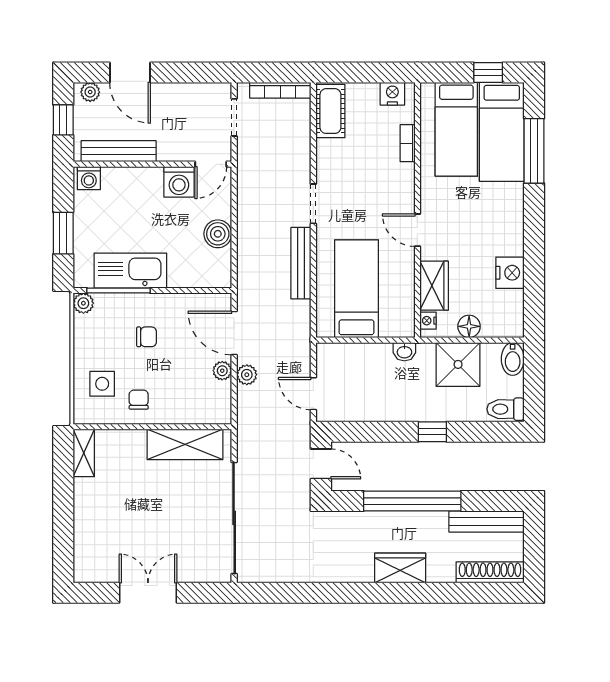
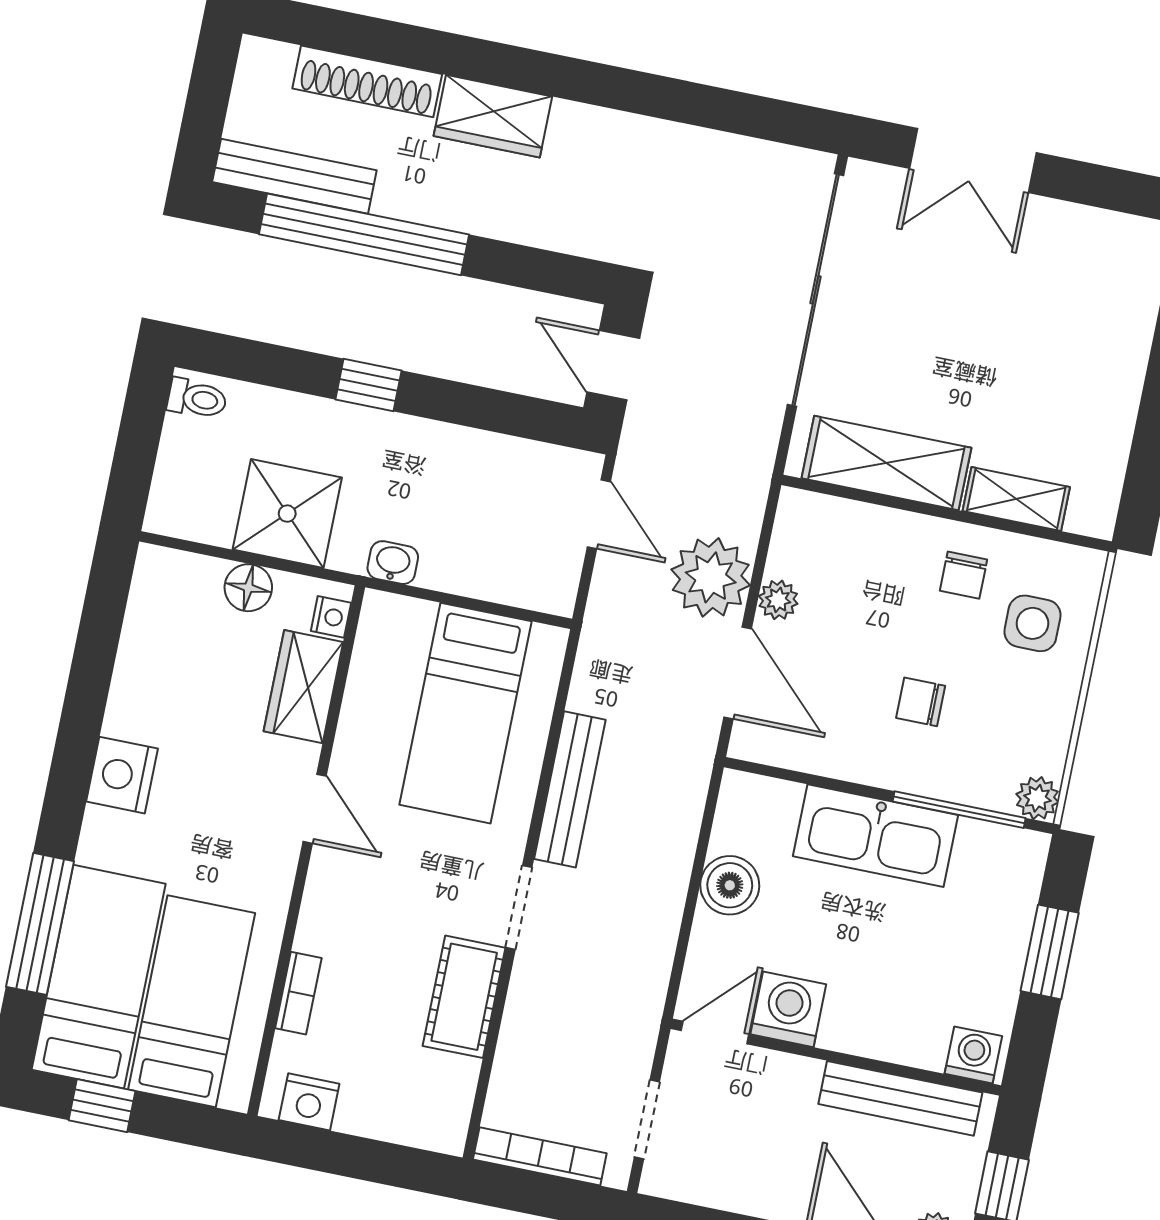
cot: (330, 111) -> (464, 997), moved
kitchen sink: (130, 271) -> (875, 836), moved
nightstand: (510, 273) -> (122, 775), moved
bidet: (513, 359) -> (172, 502), removed
plant: (247, 375) -> (711, 577), width x1.88, depth x1.88
toilet: (505, 409) -> (197, 399), width x0.73, depth x0.72
shelving: (84, 453) -> (1016, 499), moved, turned 90
window: (412, 501) -> (364, 234), moved
shoe rack: (490, 572) -> (367, 81), moved
double door: (148, 593) -> (973, 161), moved

